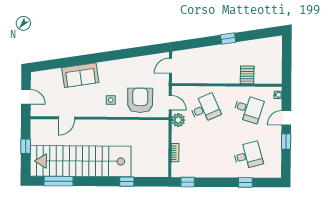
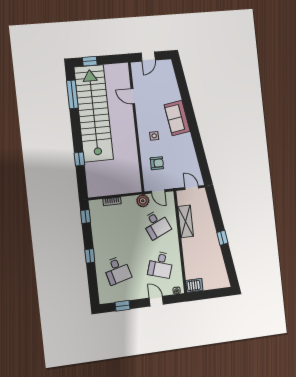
sofa: (80, 75) -> (177, 118), moved
server rack: (247, 75) -> (194, 285), moved
shelving: (206, 77) -> (186, 221), added
armchair: (140, 100) -> (157, 163), width x0.53, depth x0.53
door: (170, 103) -> (158, 191), hinge flipped
window: (286, 141) -> (122, 306), moved
window: (26, 146) -> (90, 61), moved
window: (245, 182) -> (90, 256), moved

